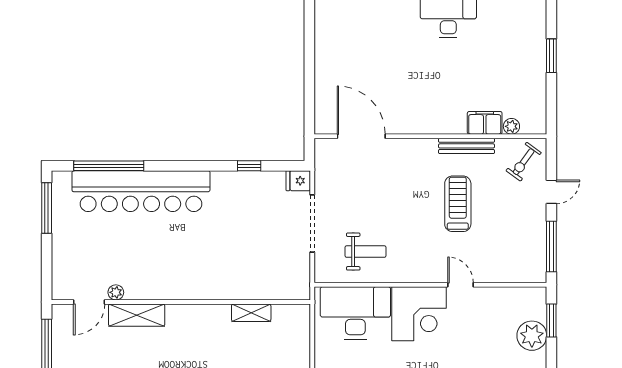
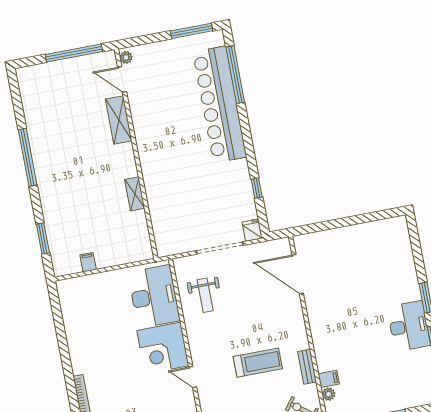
filing cabinet: (485, 123) -> (329, 379), width x0.50
door: (361, 136) -> (298, 274), swing flipped
bench: (467, 146) -> (307, 367), width x0.73
door: (460, 285) -> (193, 377), swing flipped
plant: (116, 292) -> (126, 57), moved
shelving: (251, 313) -> (135, 194), moved

